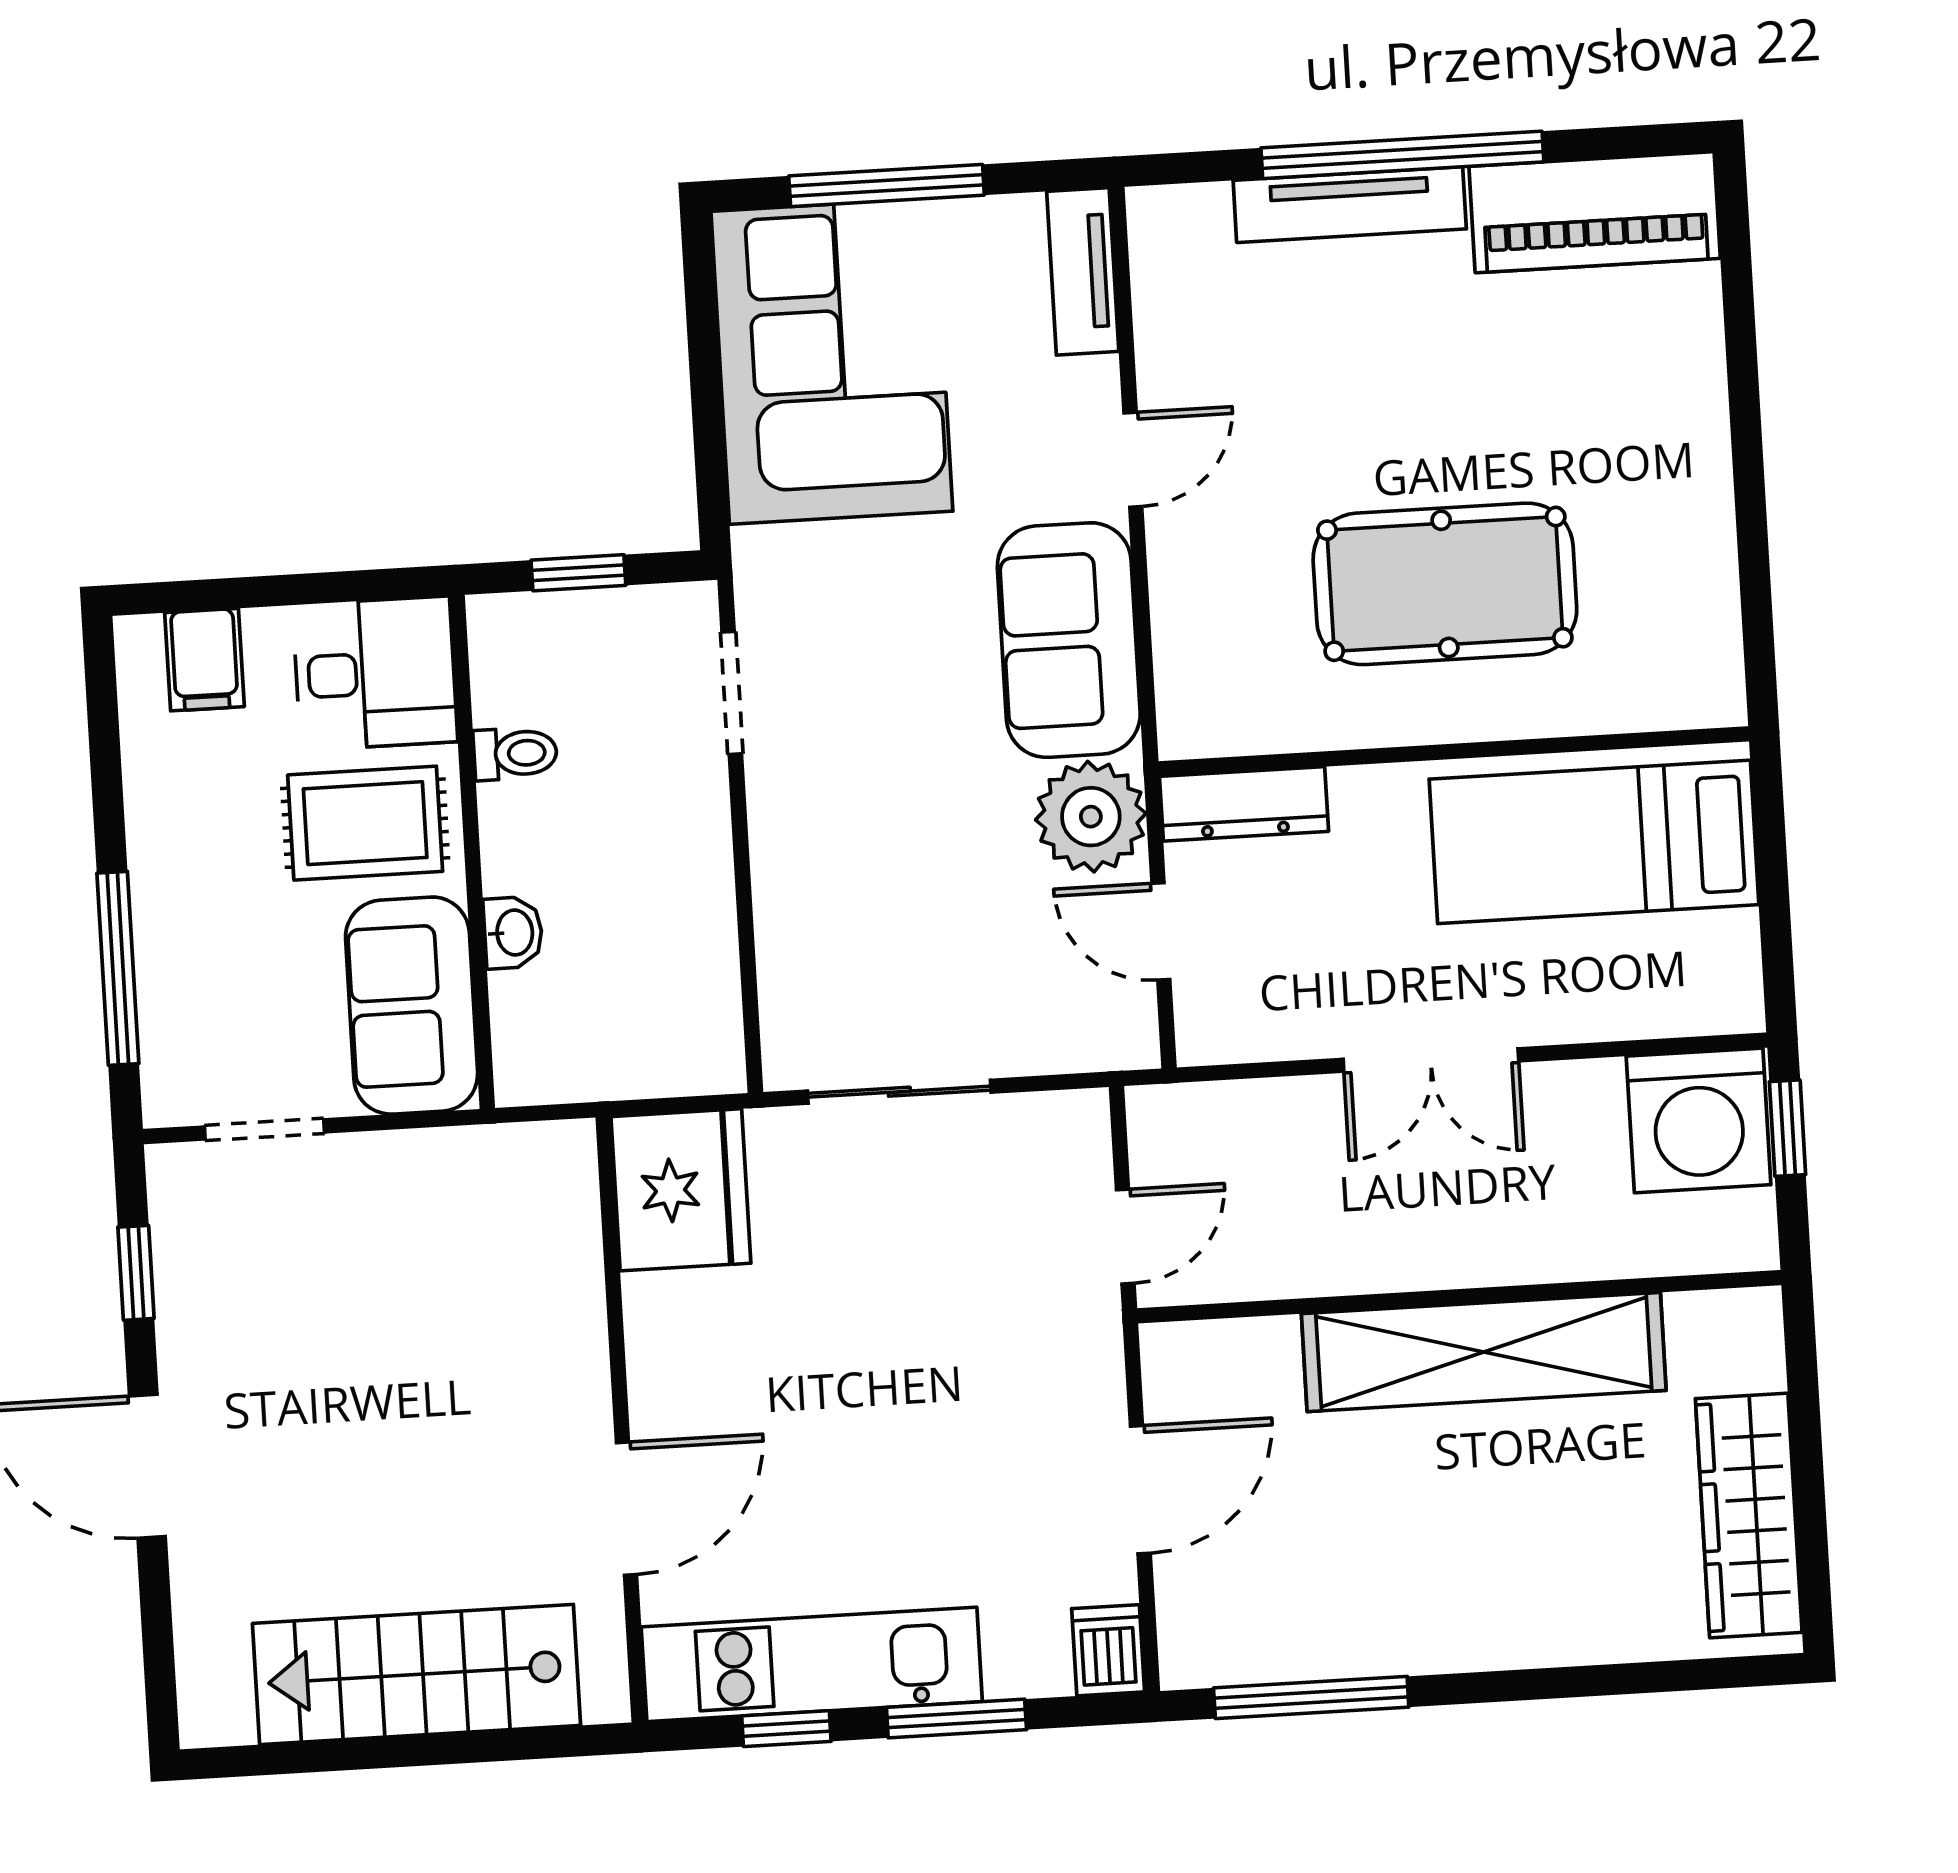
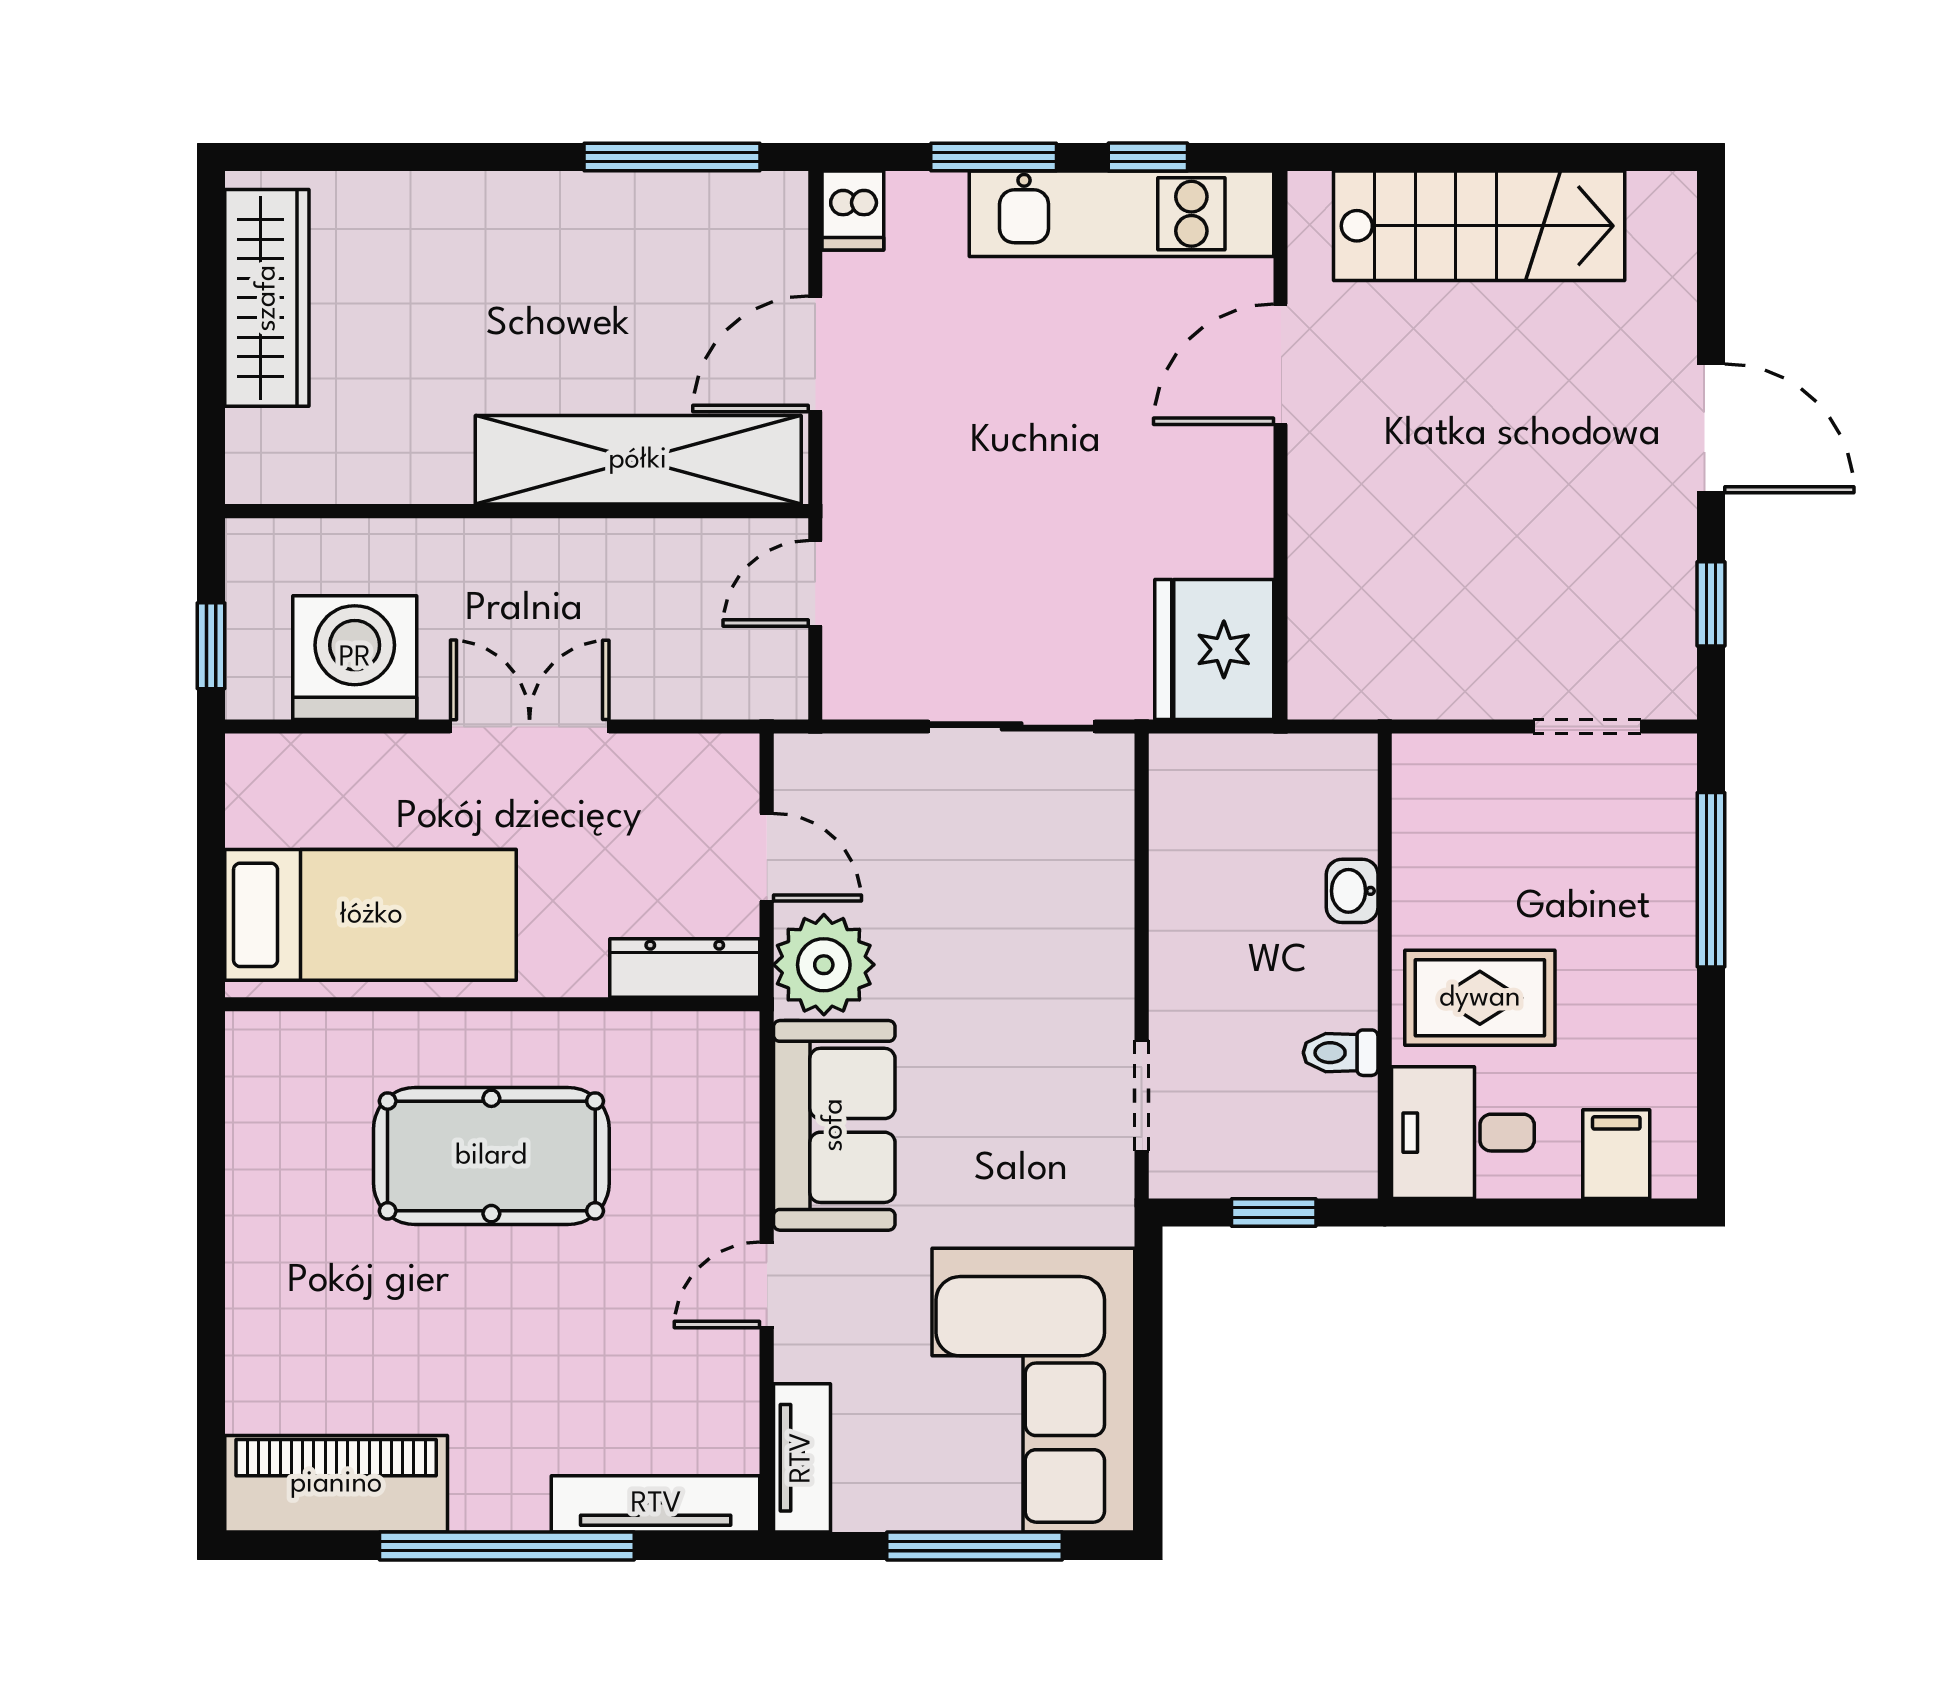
tv unit: (1350, 205) -> (656, 1504), moved
sofa: (412, 1006) -> (1448, 830), removed
washing machine: (1699, 1120) -> (355, 658), moved
shelving: (1484, 1352) -> (638, 460), moved

